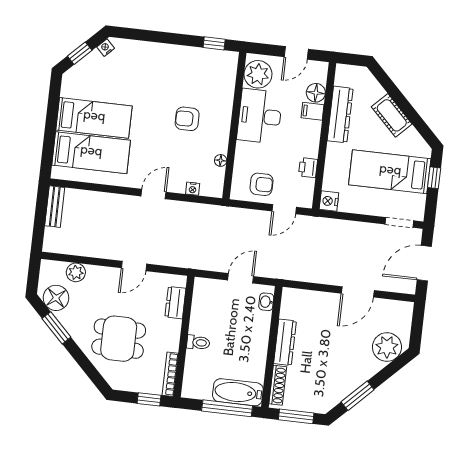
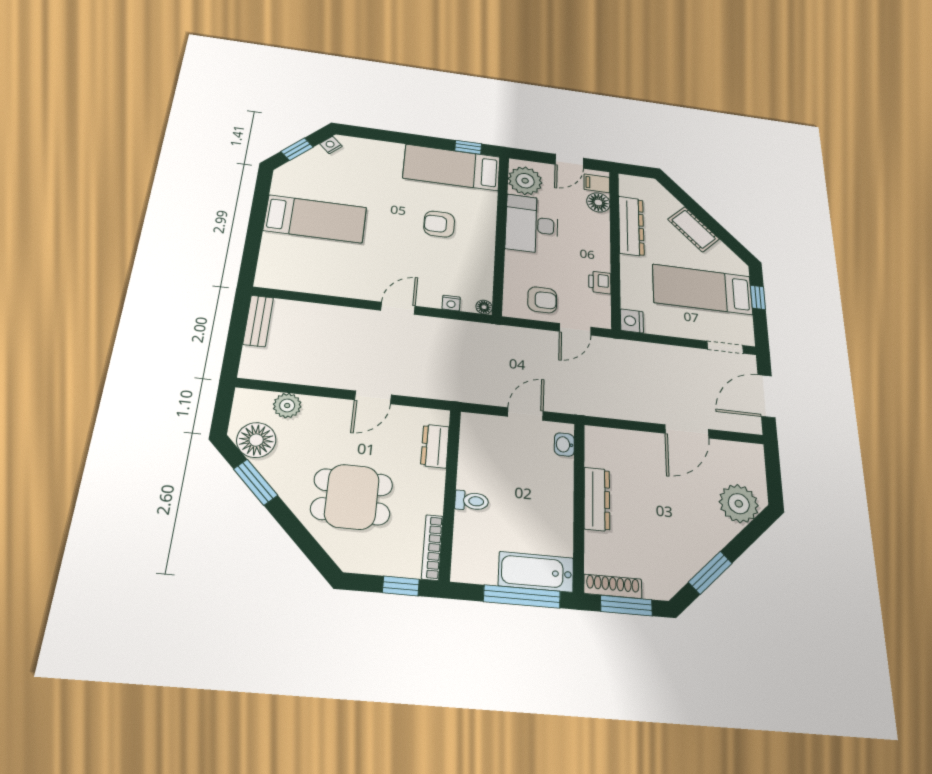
filing cabinet: (313, 111) -> (597, 183), moved
bed: (91, 153) -> (452, 167), moved, turned 180
floor lamp: (221, 160) -> (484, 307), moved
shoe rack: (278, 385) -> (613, 586), moved, turned -90

